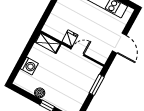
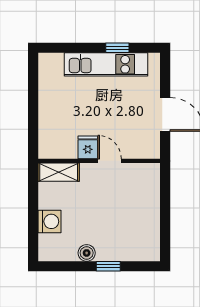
door: (78, 52) -> (110, 161), hinge flipped
window: (97, 85) -> (165, 195), removed

